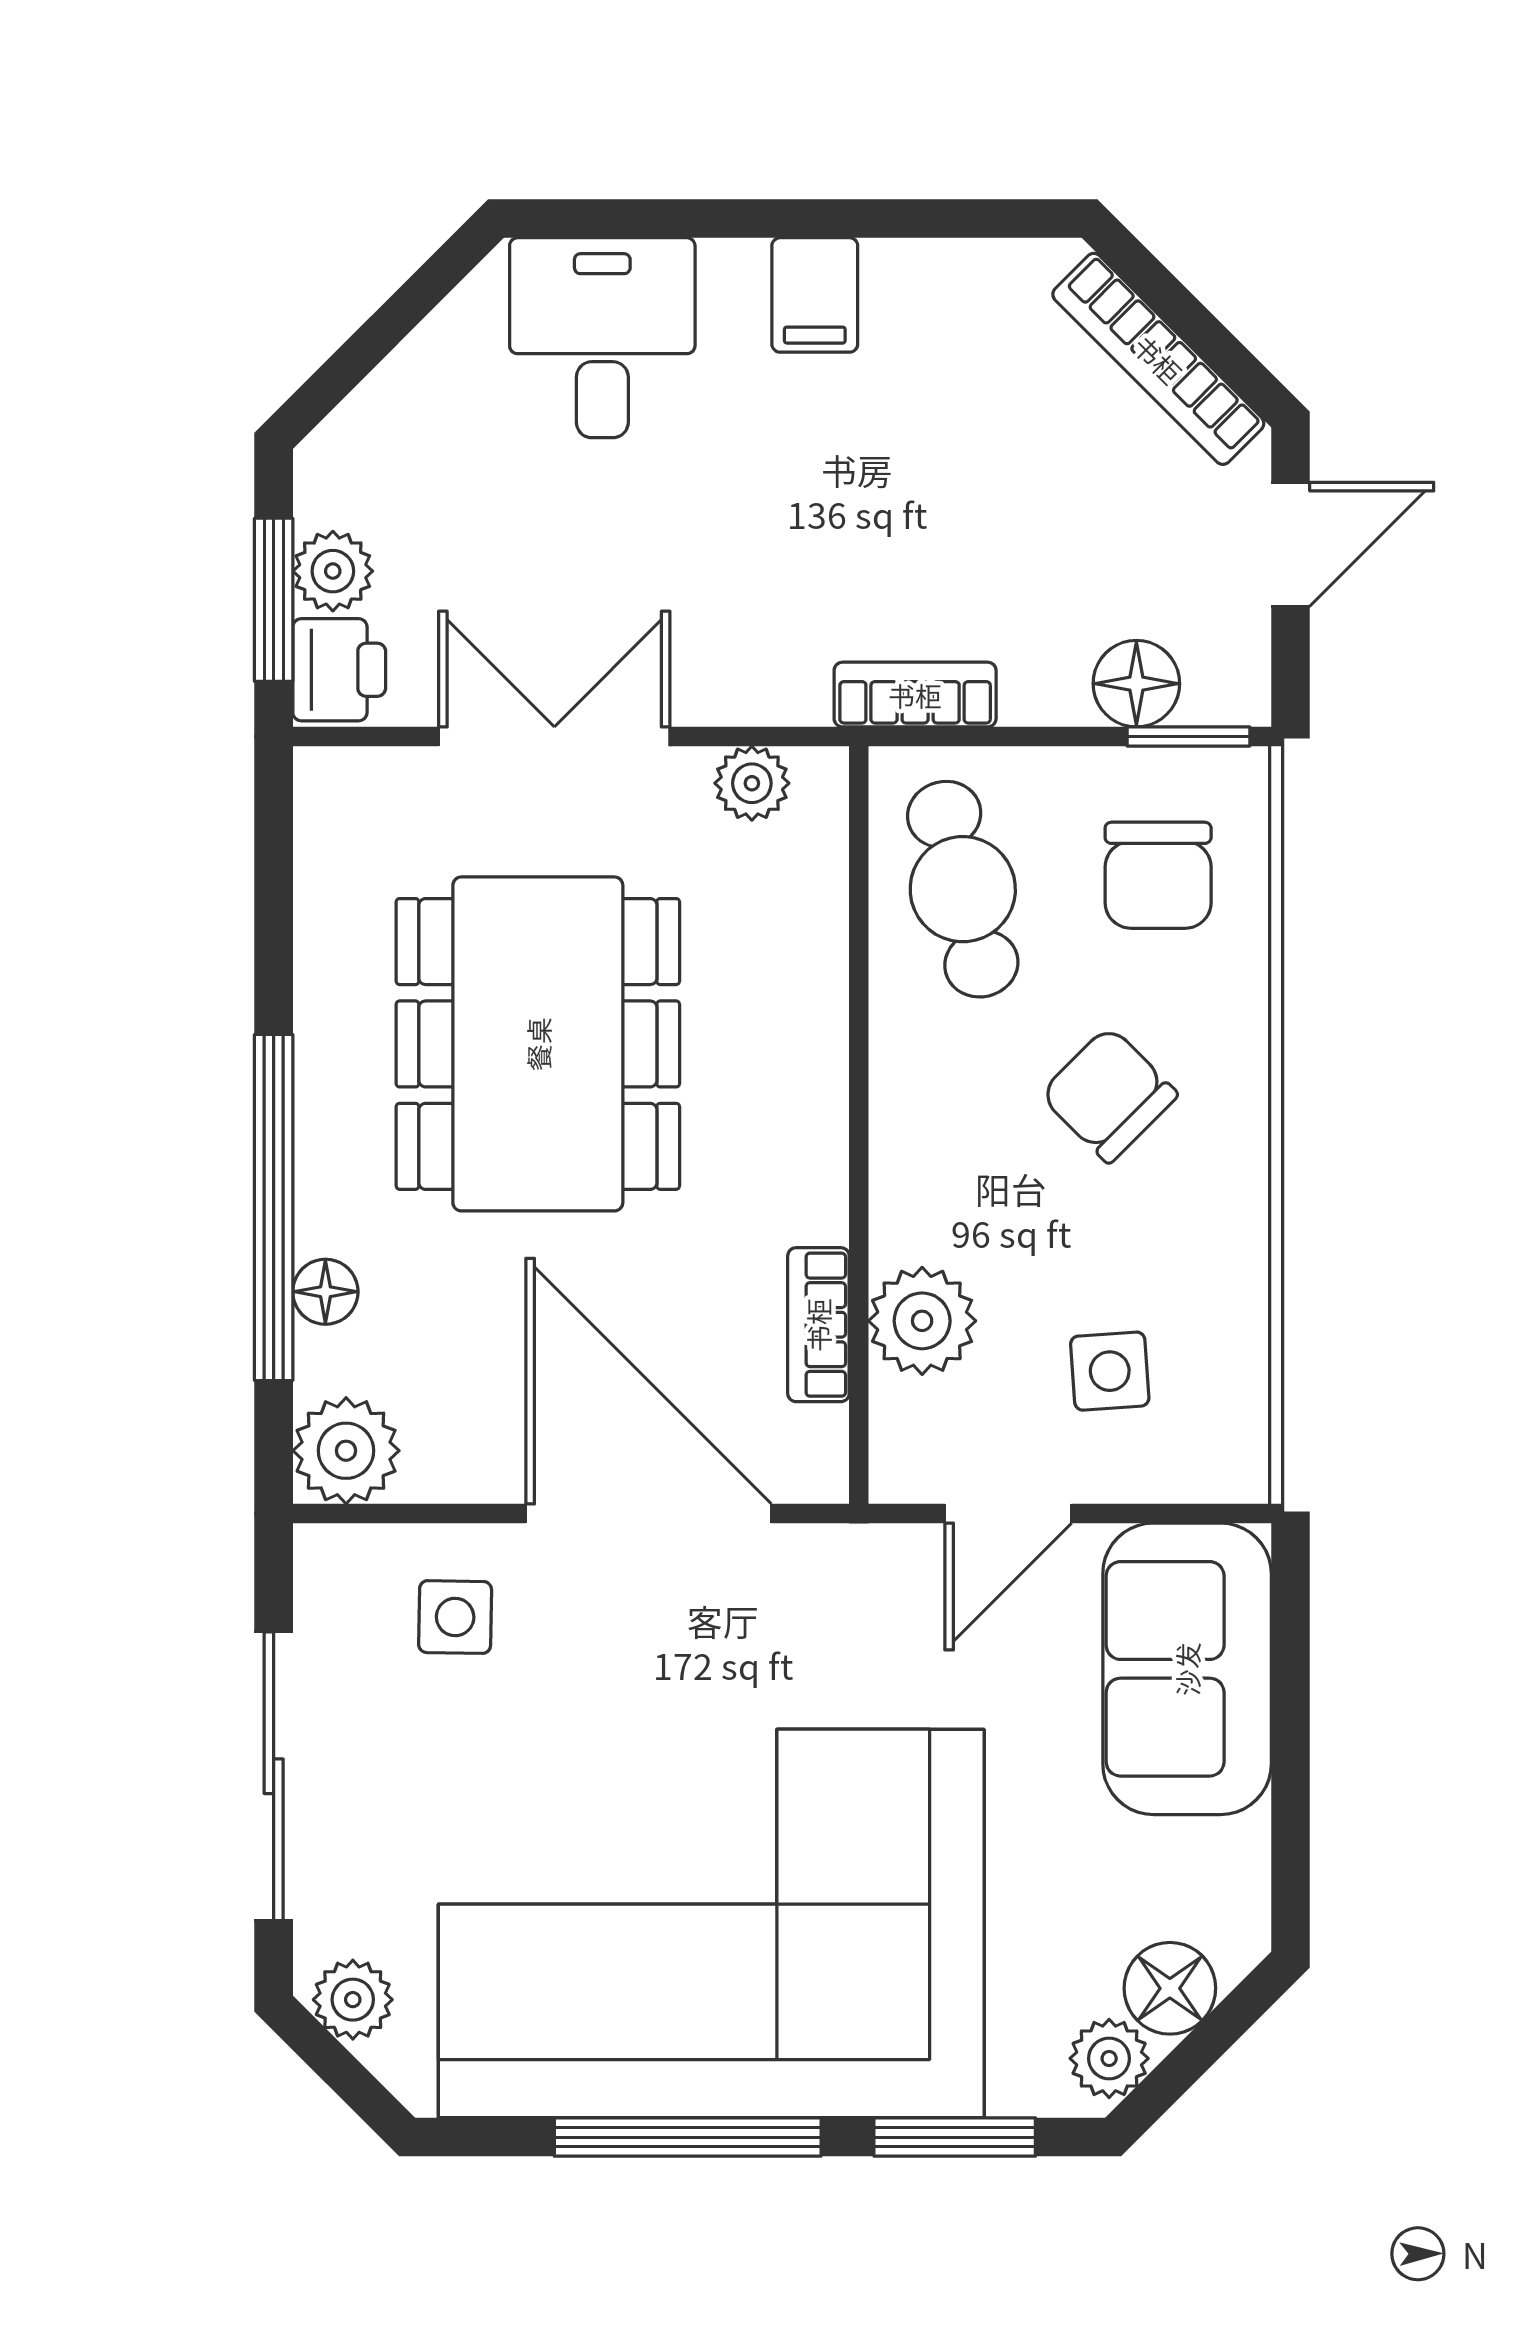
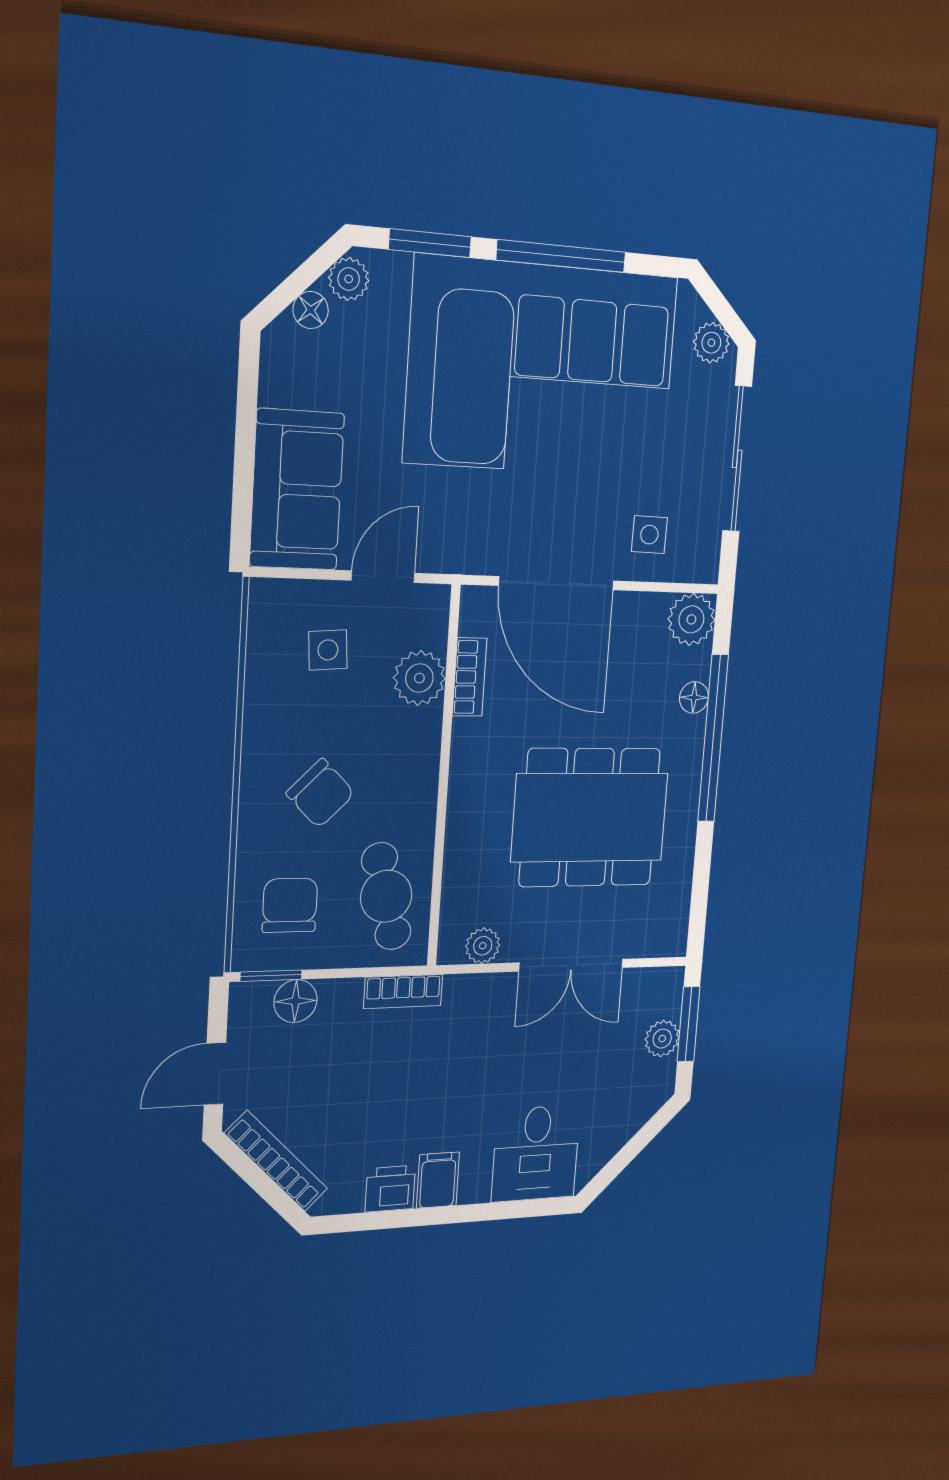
printer: (339, 670) -> (390, 1189), moved, turned 90
dining table: (538, 1044) -> (590, 817), turned 90
floor lamp: (1170, 1988) -> (311, 310), width x0.73, depth x0.73

